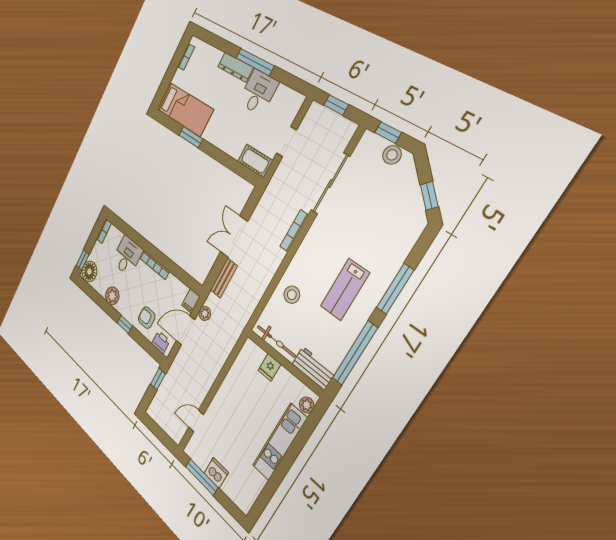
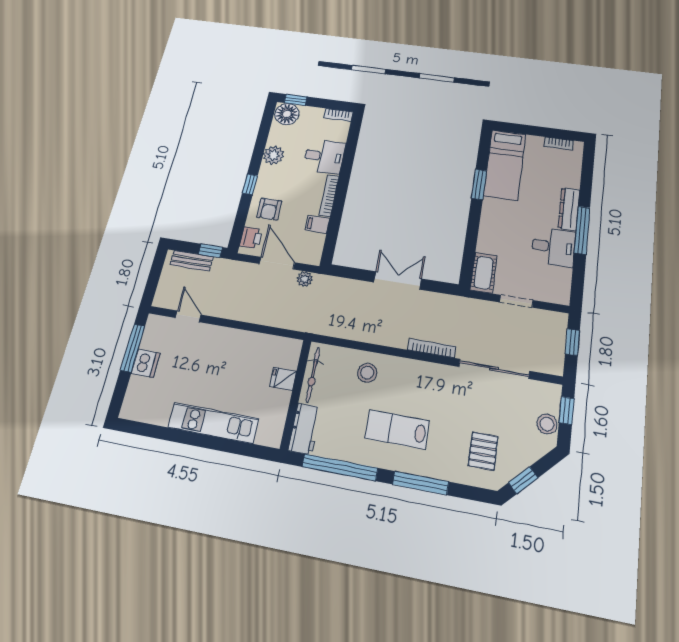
pallet: (391, 222) -> (483, 451), added
bench: (224, 278) -> (192, 261), moved
filing cabinet: (191, 301) -> (317, 224), moved
armchair: (147, 318) -> (269, 209), turned 180
plant: (307, 405) -> (265, 437), removed

